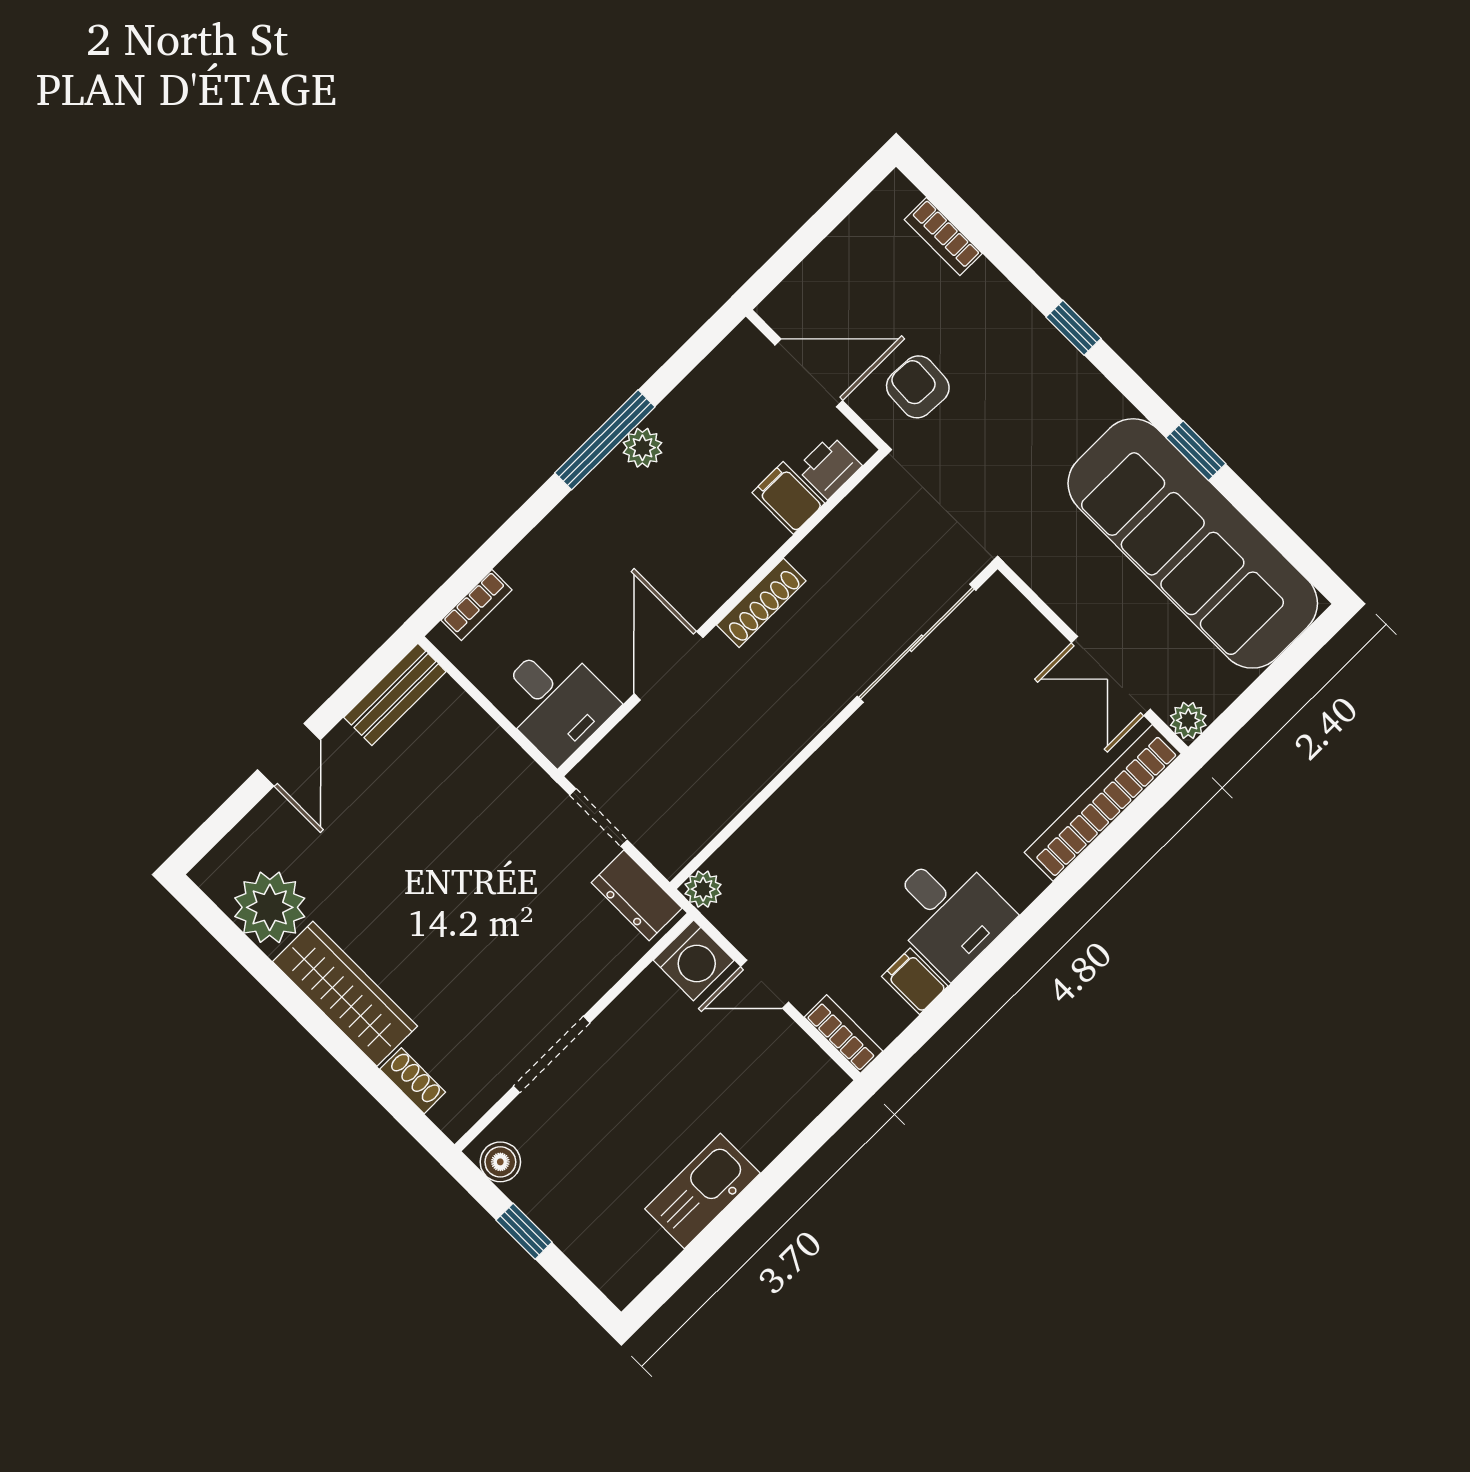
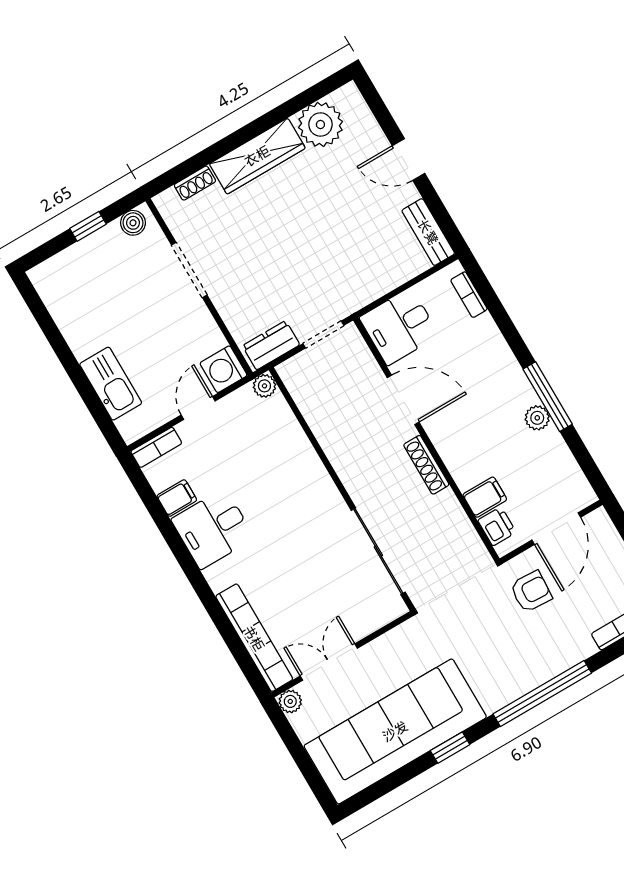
window: (1074, 328) -> (542, 694), width x3.17
kitchen sink: (702, 1191) -> (111, 384), moved

